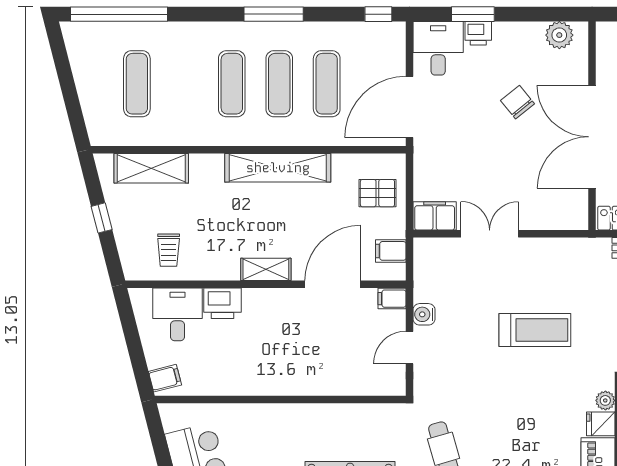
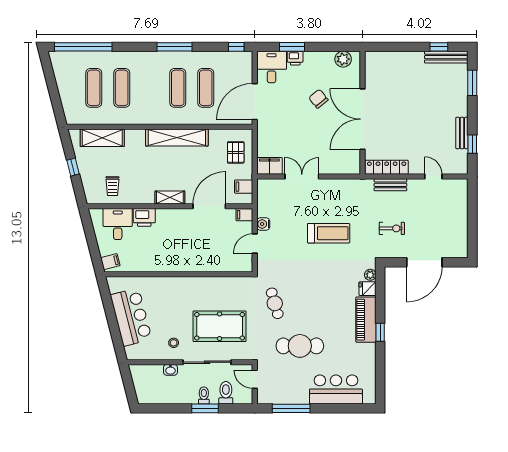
exercise mat: (232, 84) -> (122, 88), moved
pallet: (377, 193) -> (236, 152), turned 90

